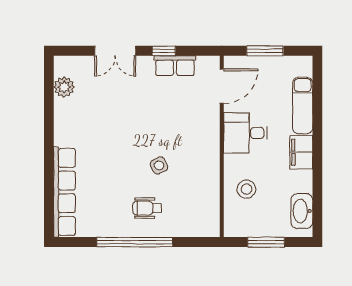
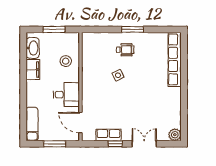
door: (222, 86) -> (80, 123), hinge flipped
plant: (64, 87) -> (175, 135), moved
exam couch: (303, 105) -> (32, 124), moved
filing cabinet: (301, 152) -> (33, 70), moved
window: (135, 242) -> (133, 29), width x0.47

